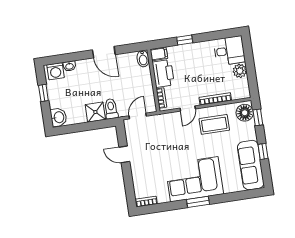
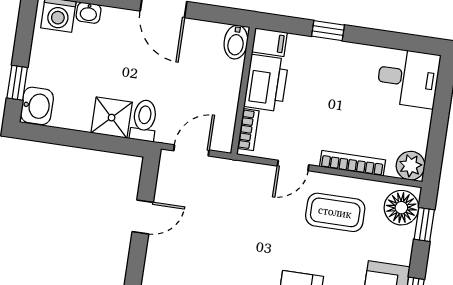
plant: (240, 71) -> (411, 166), moved
window: (43, 93) -> (17, 83), moved
door: (124, 154) -> (143, 217), swing flipped

